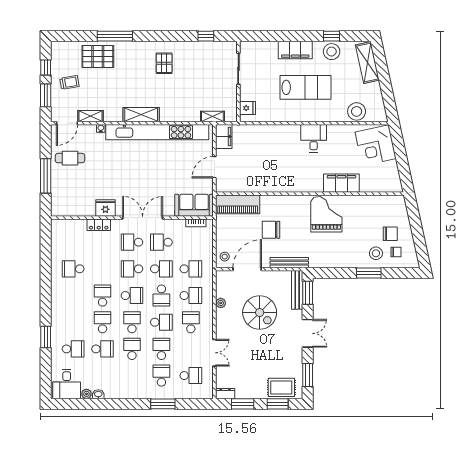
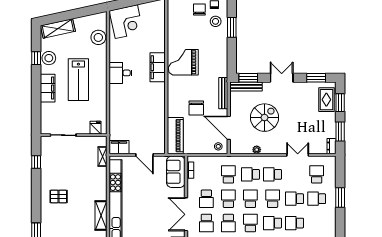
lab bench: (305, 87) -> (78, 80), turned 180
filing cabinet: (341, 183) -> (158, 67), moved
school desk: (161, 296) -> (250, 199), turned -90
school desk: (191, 296) -> (250, 174), turned -90

